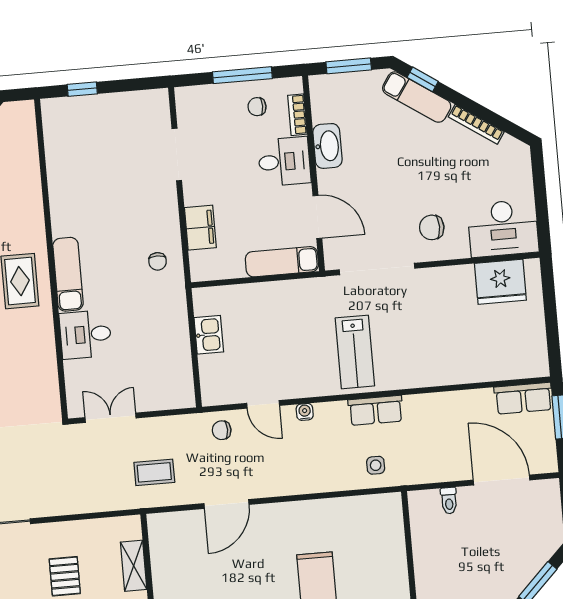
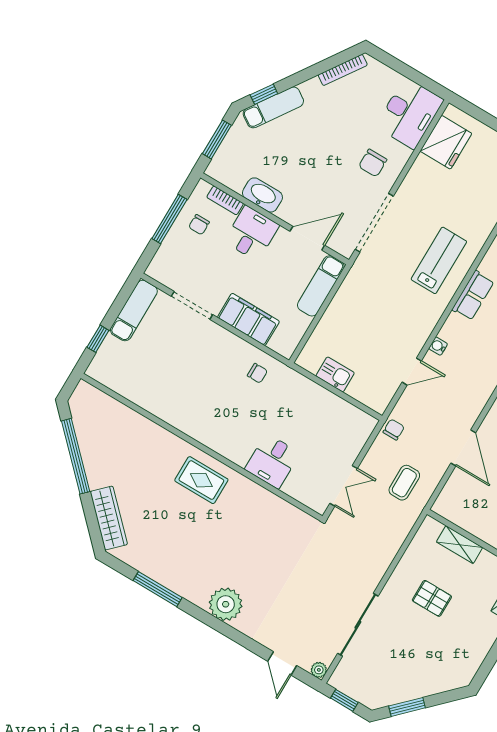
bookcase: (476, 124) -> (343, 70), moved
filing cabinet: (200, 228) -> (248, 319), width x1.50, depth x1.17
exam couch: (68, 274) -> (134, 311), moved, turned 90
lab bench: (355, 352) -> (439, 260), moved, turned -90
double door: (110, 418) -> (344, 486), swing flipped
chair: (222, 430) -> (394, 430), moved, turned 180

